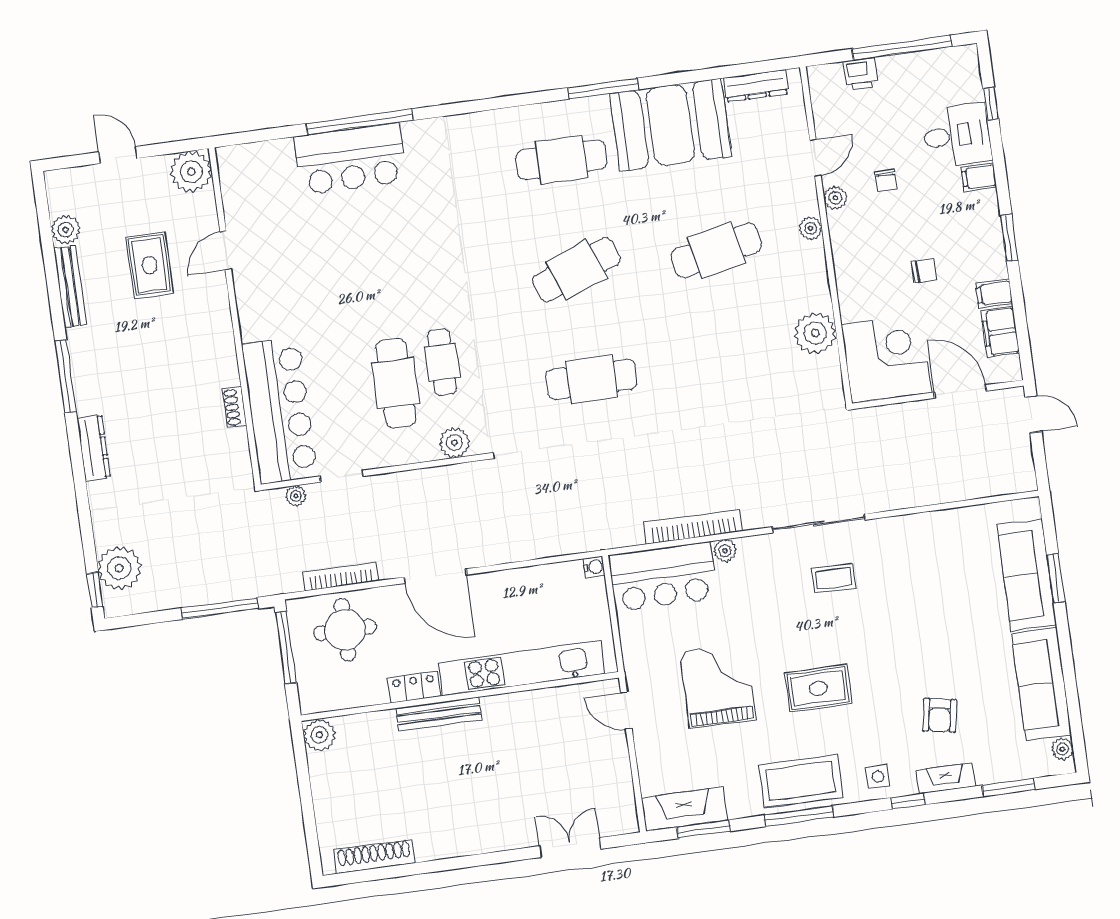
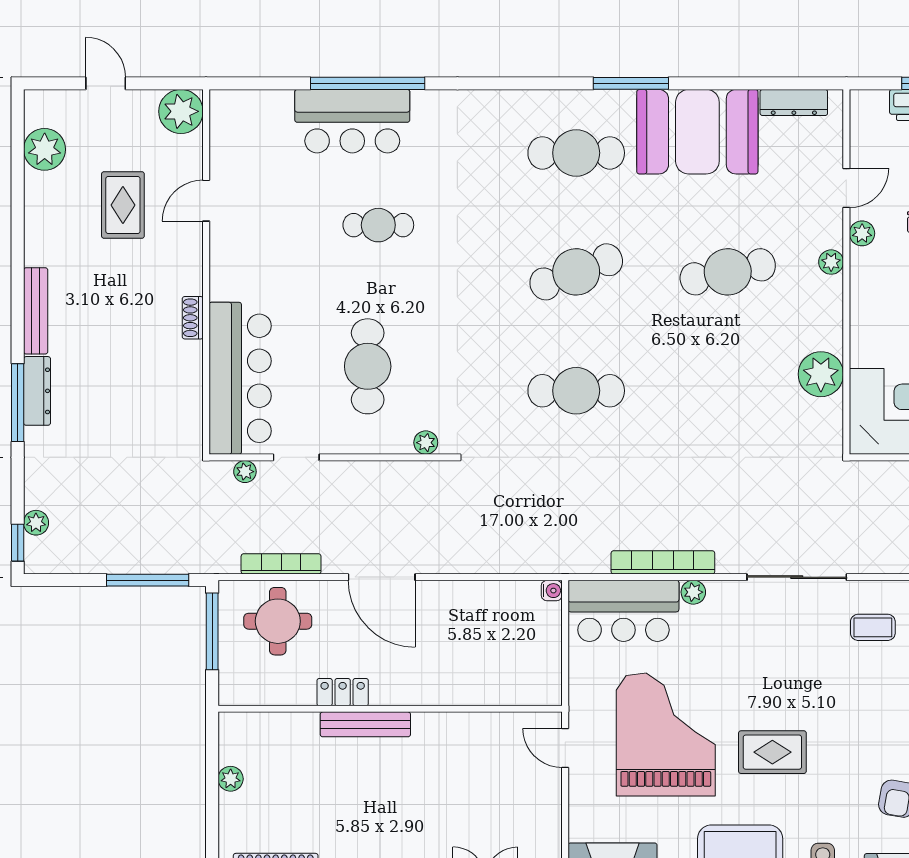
plant: (66, 230) -> (45, 149), width x1.36, depth x1.36
bench: (70, 286) -> (36, 311), moved
cafe table: (442, 362) -> (378, 225), moved, turned 90
window: (66, 376) -> (18, 403), moved
shoe rack: (235, 407) -> (193, 318), moved
plant: (454, 443) -> (426, 443), width x0.73, depth x0.73
plant: (119, 568) -> (36, 523), width x0.53, depth x0.53
coffee table: (834, 578) -> (873, 627), moved
kitchen unit: (522, 668) -> (460, 688), removed
grand piano: (718, 685) -> (666, 734), width x1.37, depth x1.48
plant: (319, 735) -> (231, 779), moved, width x0.73, depth x0.73

